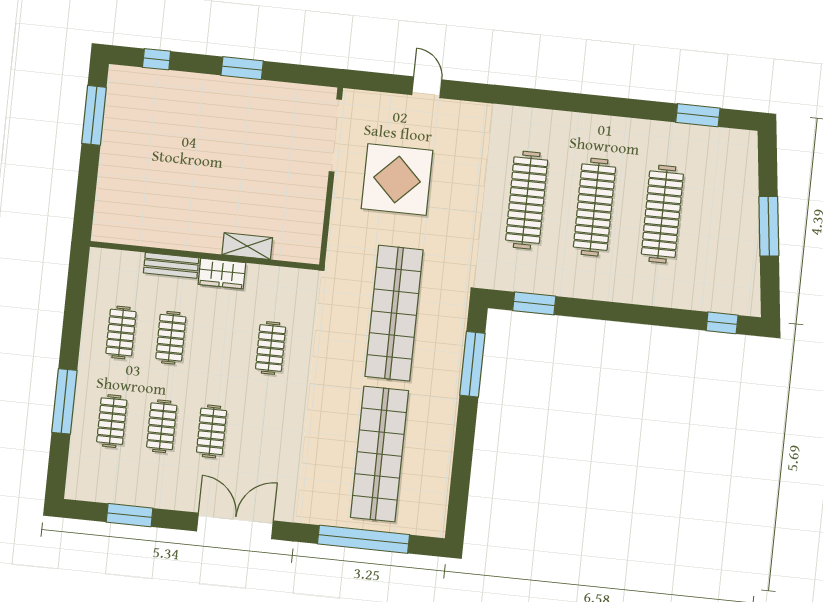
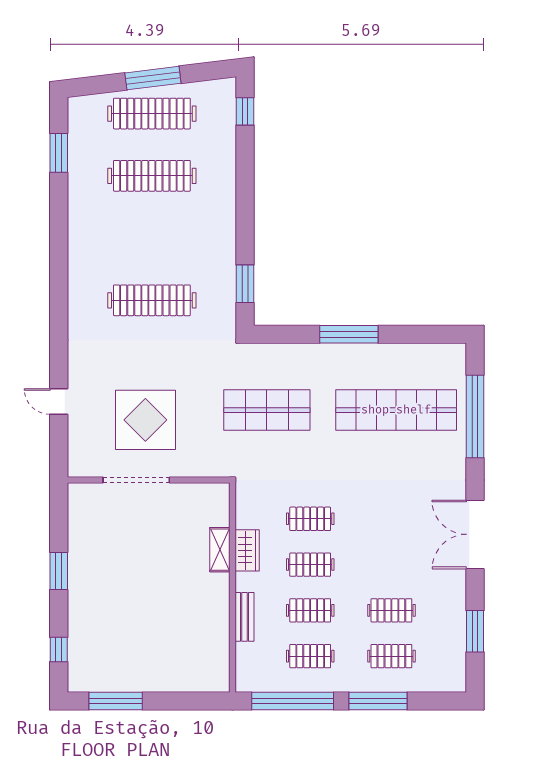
door: (427, 87) -> (59, 402), hinge flipped
doorway: (335, 136) -> (136, 480), moved
clothes rail: (595, 207) -> (152, 114), moved
wardrobe: (222, 274) -> (247, 550), moved
window: (74, 308) -> (293, 701), added
shop shelf: (394, 313) -> (267, 410), width x0.71
window: (472, 364) -> (349, 334), moved
clothes rail: (212, 431) -> (310, 565), moved

